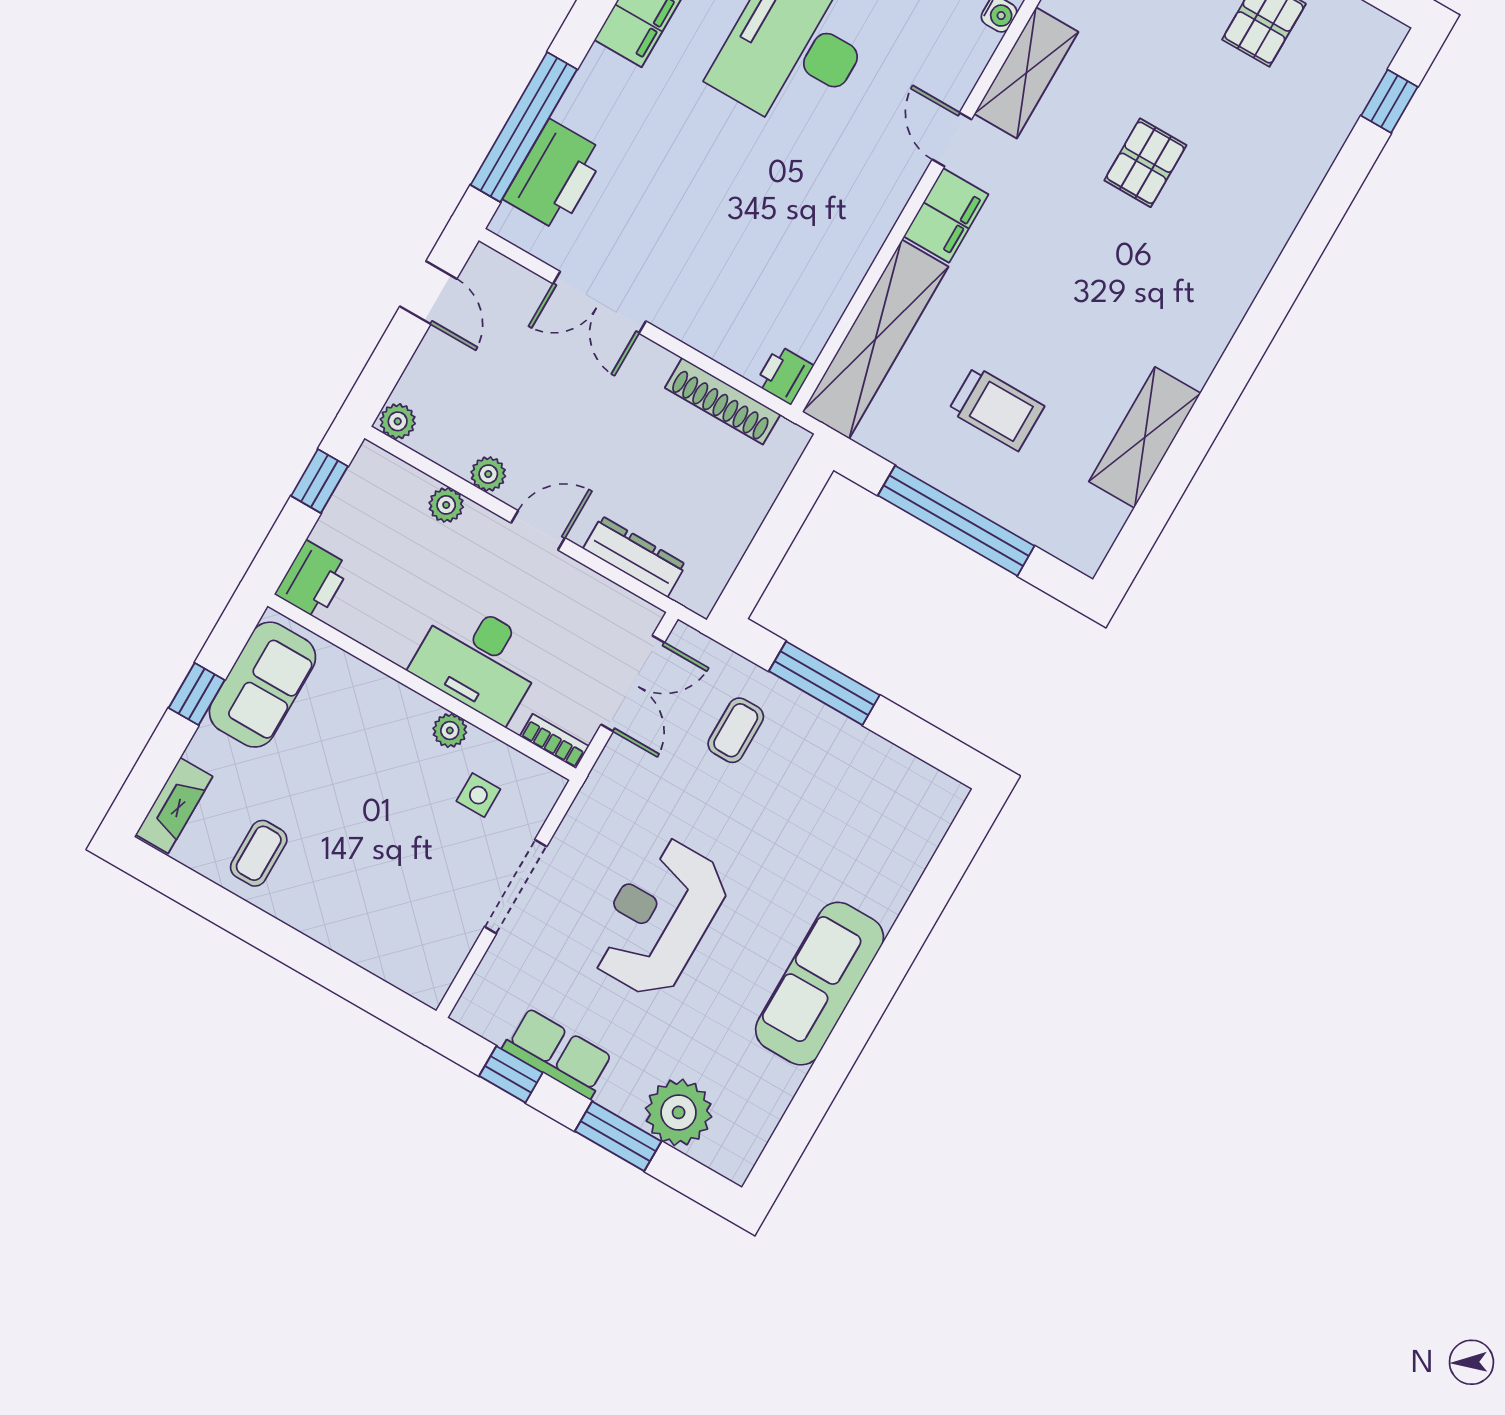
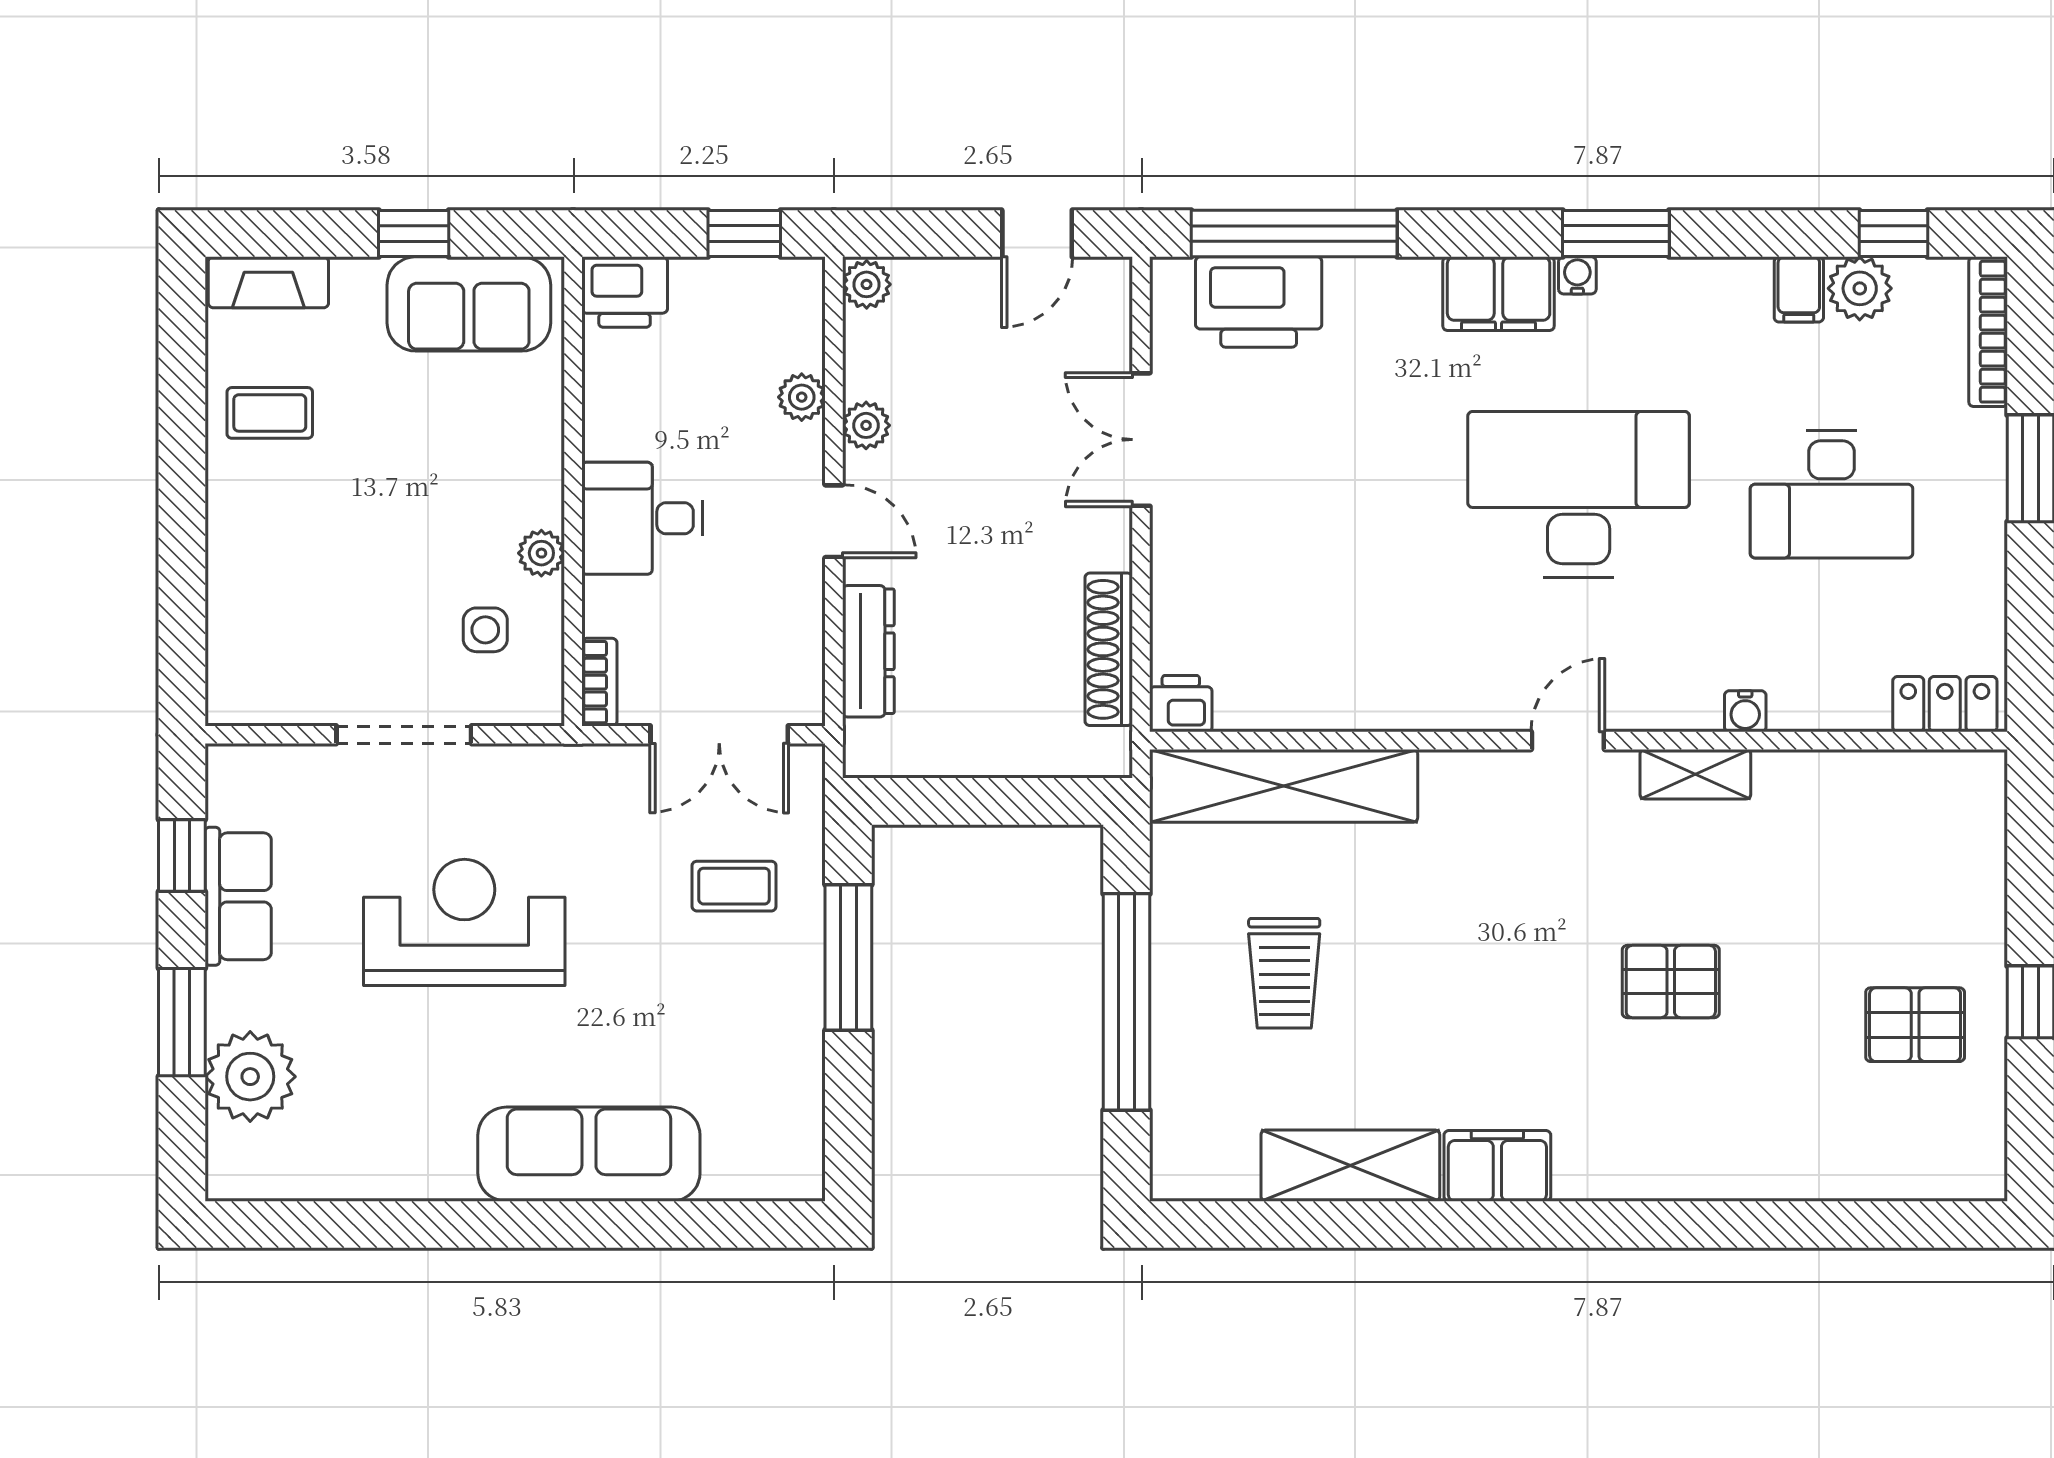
shelving: (1026, 73) -> (1695, 774), width x0.67, depth x0.75
window: (1389, 101) -> (1907, 1224), removed
filing cabinet: (946, 215) -> (1497, 1166), moved, turned 180
desk: (478, 660) -> (642, 518), width x0.73
sofa: (820, 984) -> (589, 1154), moved

